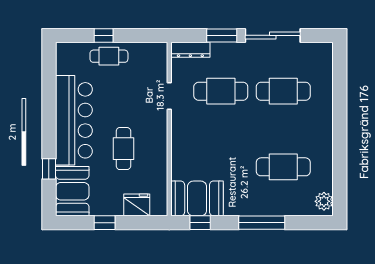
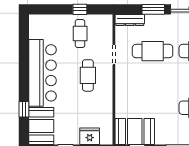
window: (104, 35) -> (80, 9), moved
cafe table: (109, 56) -> (80, 33), moved, turned 90
cafe table: (123, 149) -> (88, 75), moved

